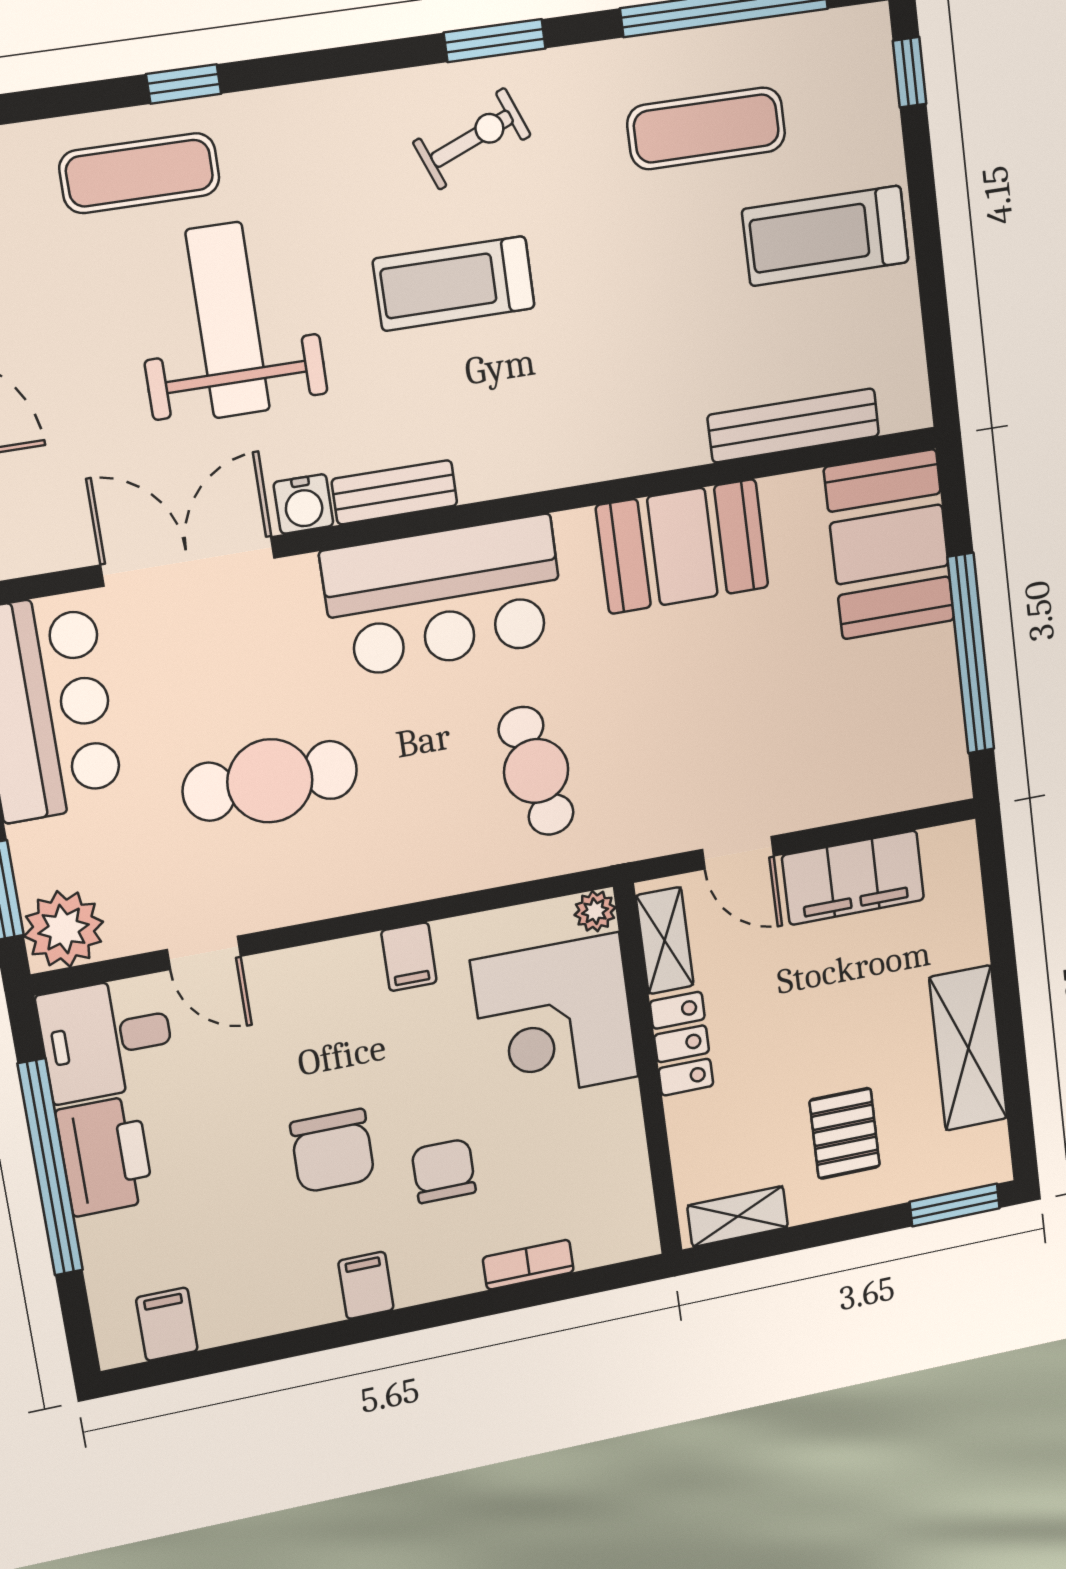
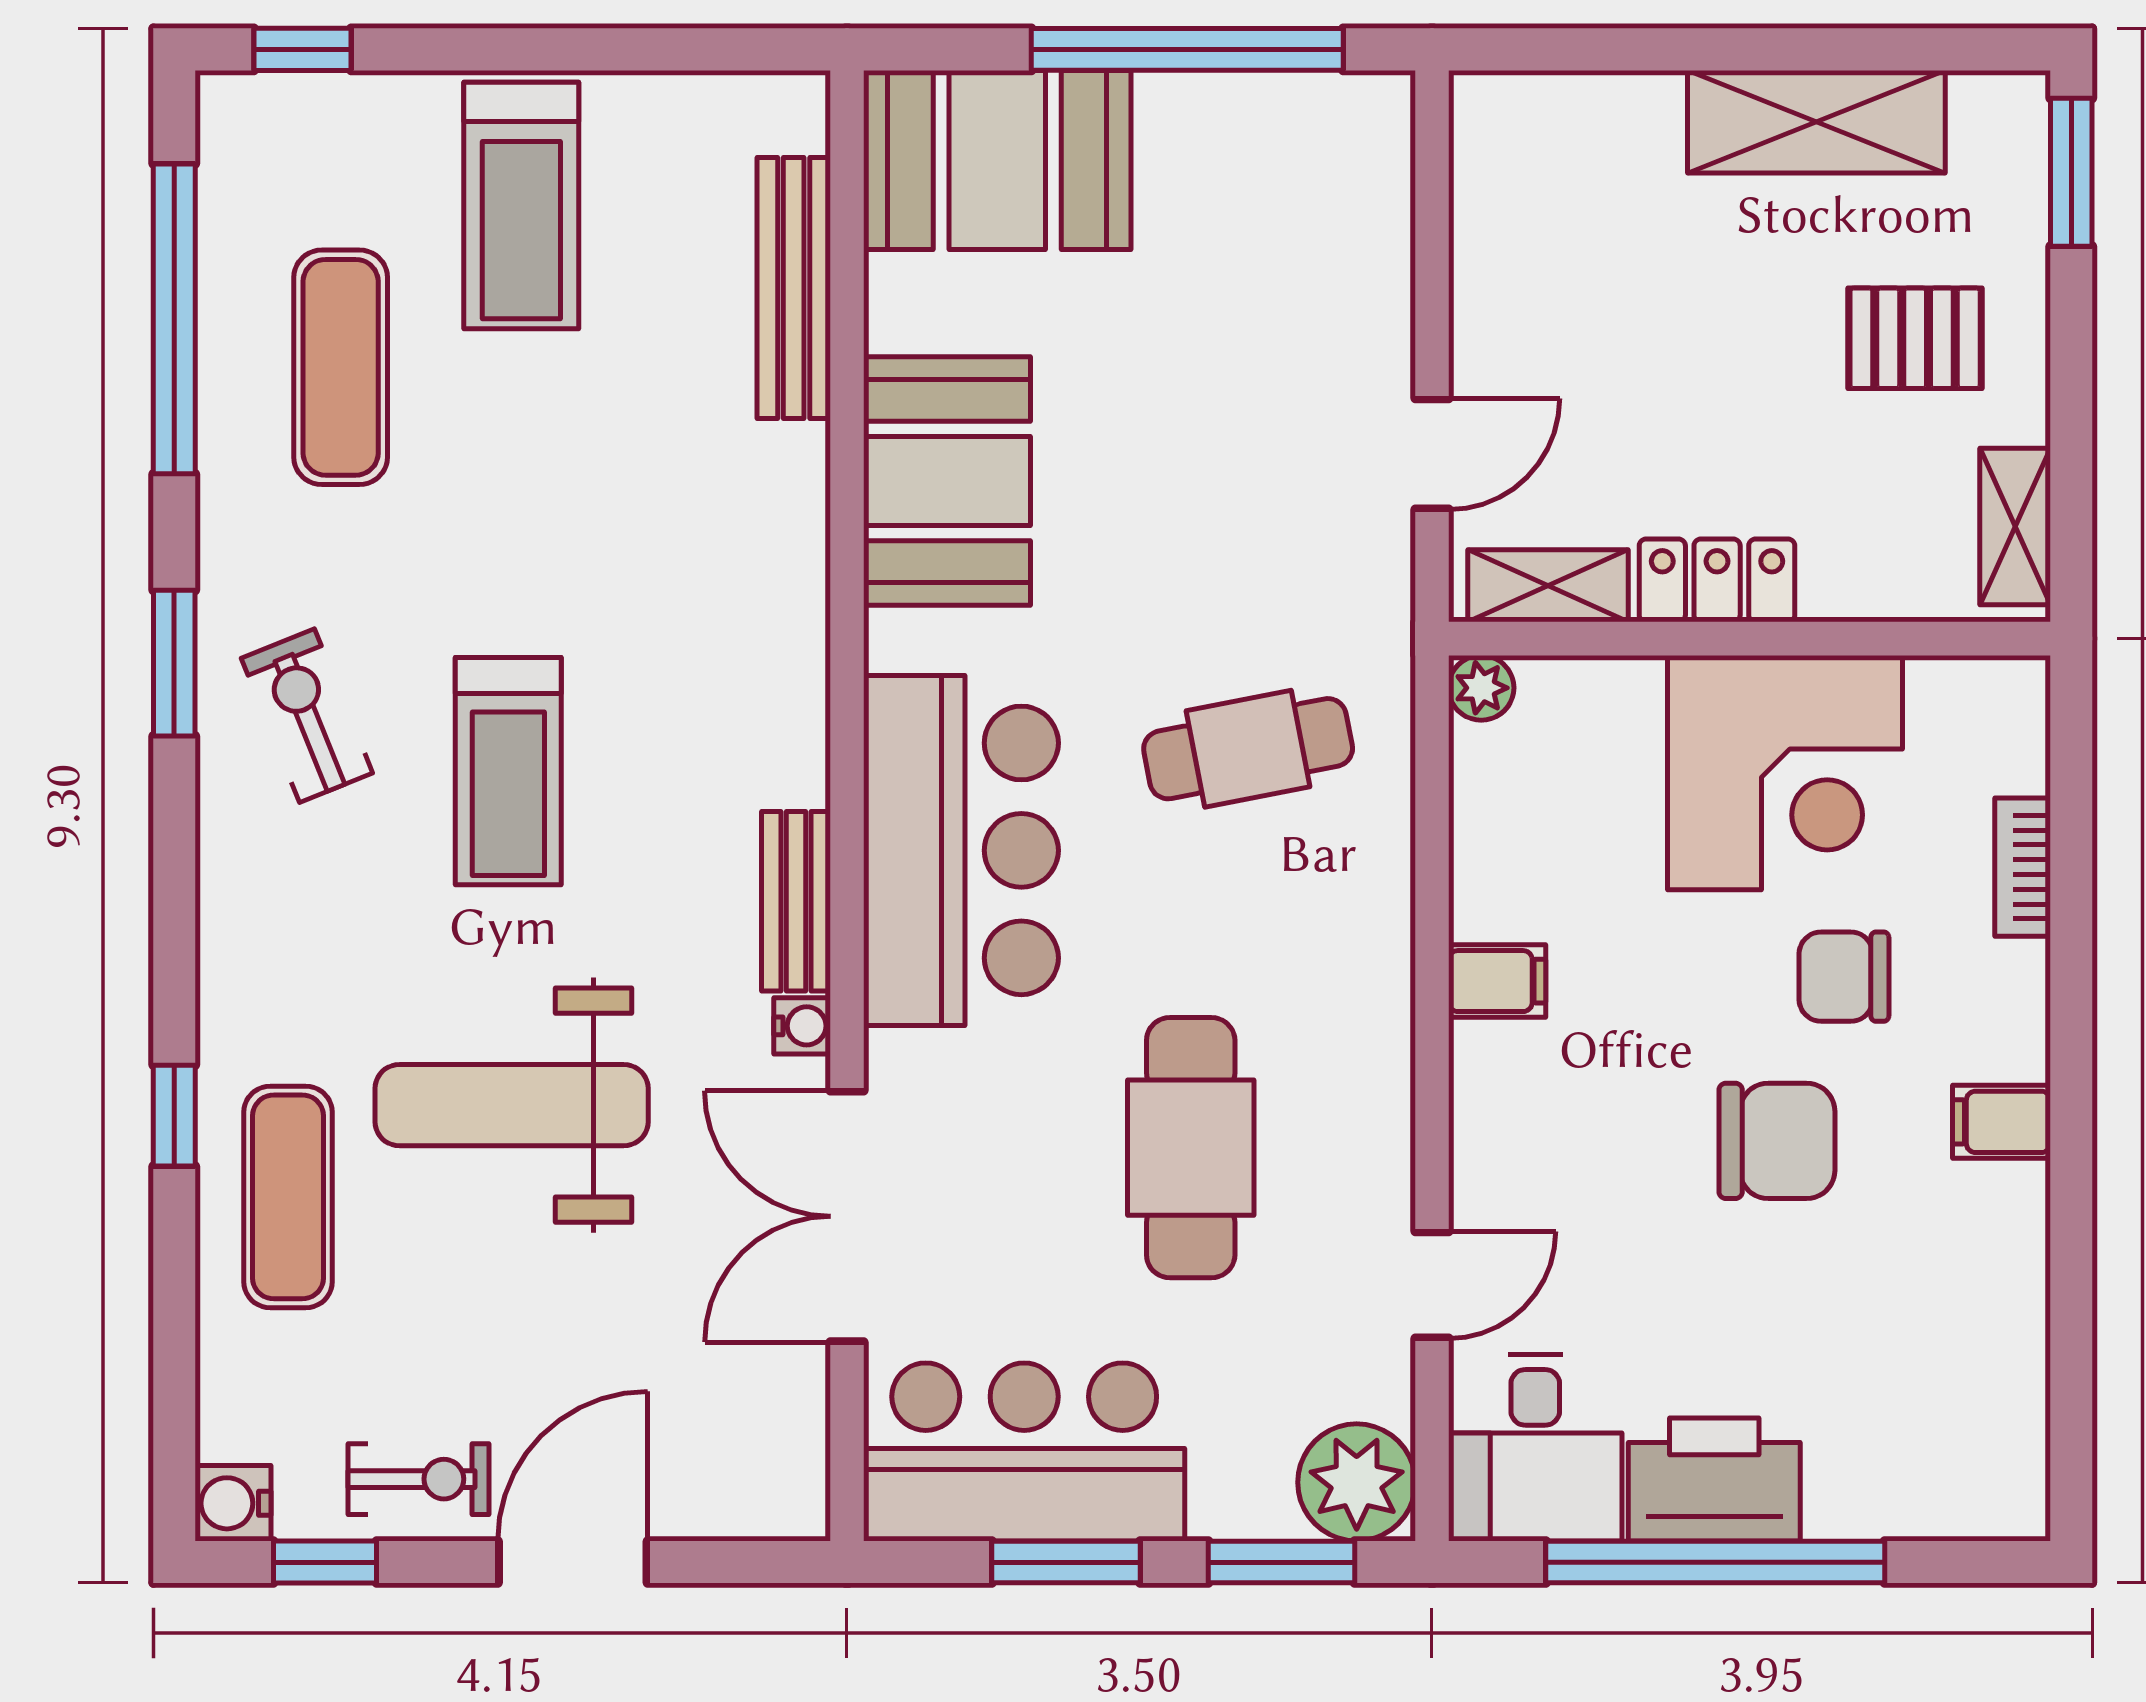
water cooler: (303, 504) -> (802, 1026), width x0.72, depth x0.72
filing cabinet: (853, 878) -> (1505, 277), removed
corner desk: (555, 1019) -> (1785, 773), moved
filing cabinet: (167, 1324) -> (1998, 1431), removed

